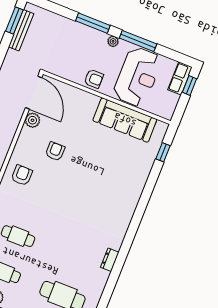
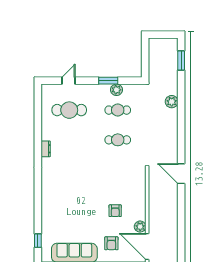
armchair: (22, 175) -> (111, 243), moved

